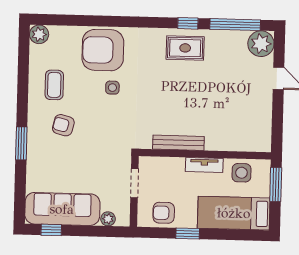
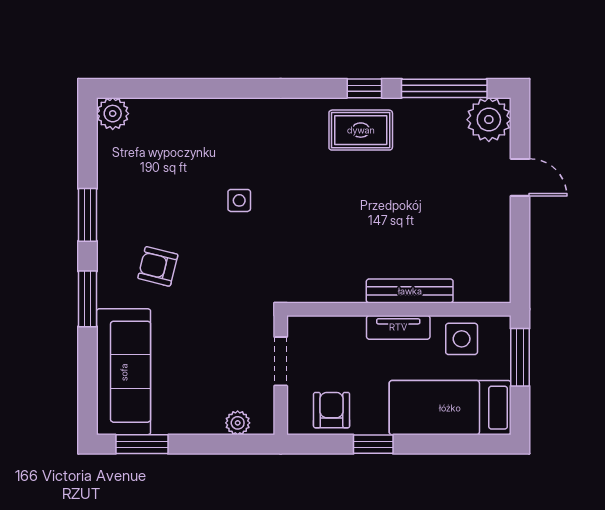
armchair: (103, 50) -> (221, 137), removed
coffee table: (54, 85) -> (141, 199), removed
window: (23, 94) -> (87, 215), added
bench: (178, 143) -> (410, 291), moved
sofa: (62, 209) -> (124, 372), moved, turned 90
armchair: (164, 213) -> (332, 410), turned 90
window: (51, 230) -> (142, 444), width x1.50

